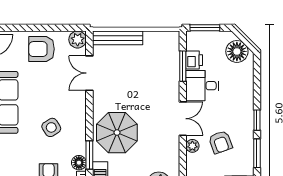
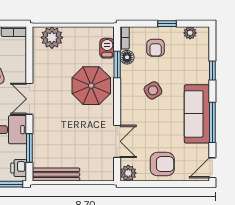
bench: (118, 38) -> (56, 175), moved
printer: (194, 60) -> (19, 168), moved
plant: (192, 146) -> (20, 73), removed

